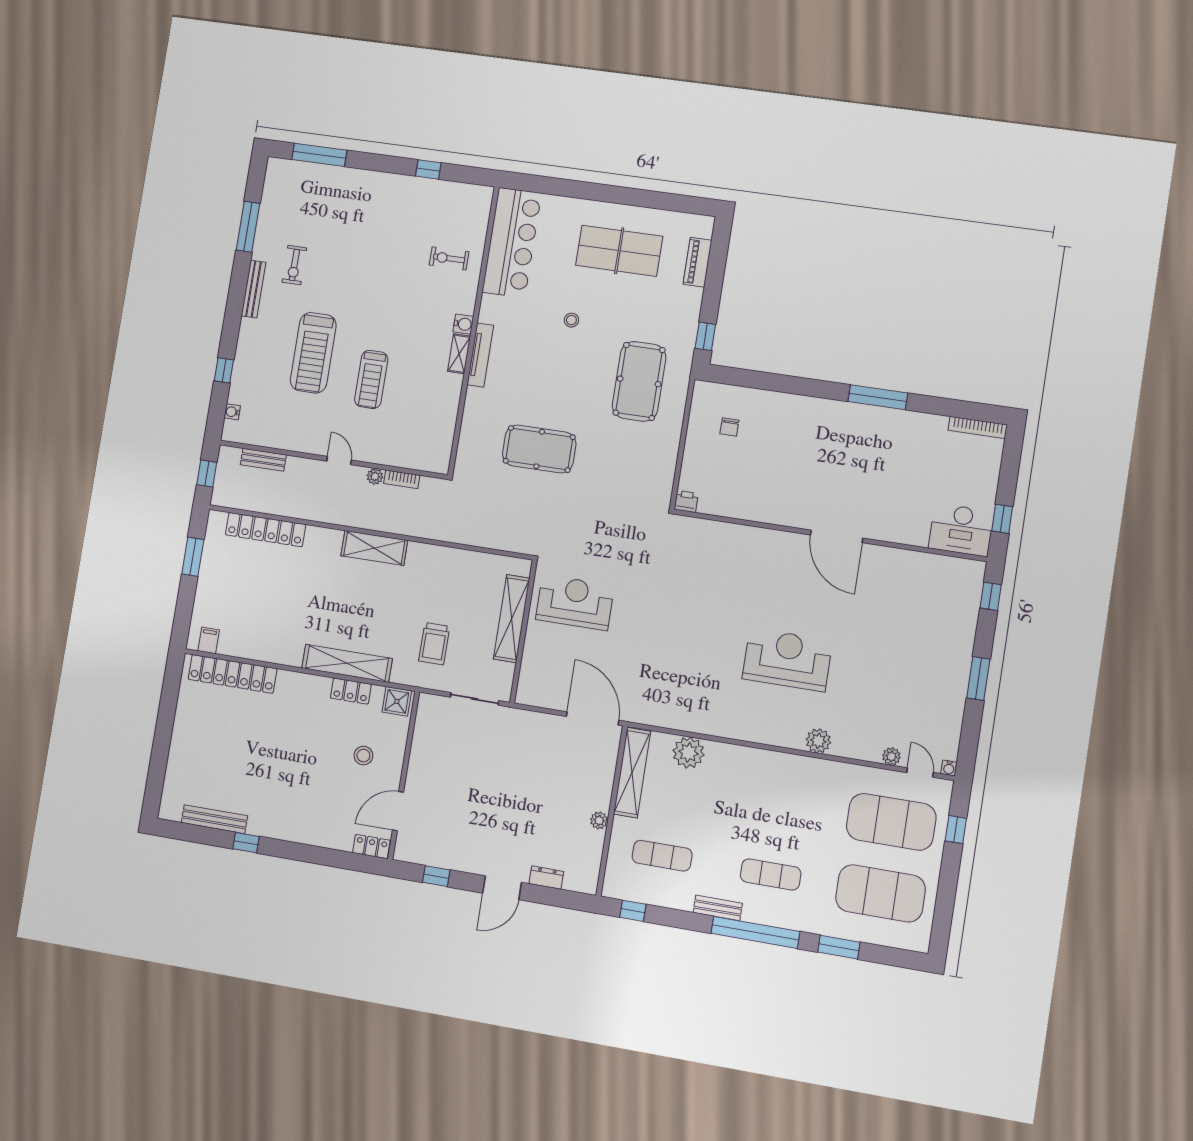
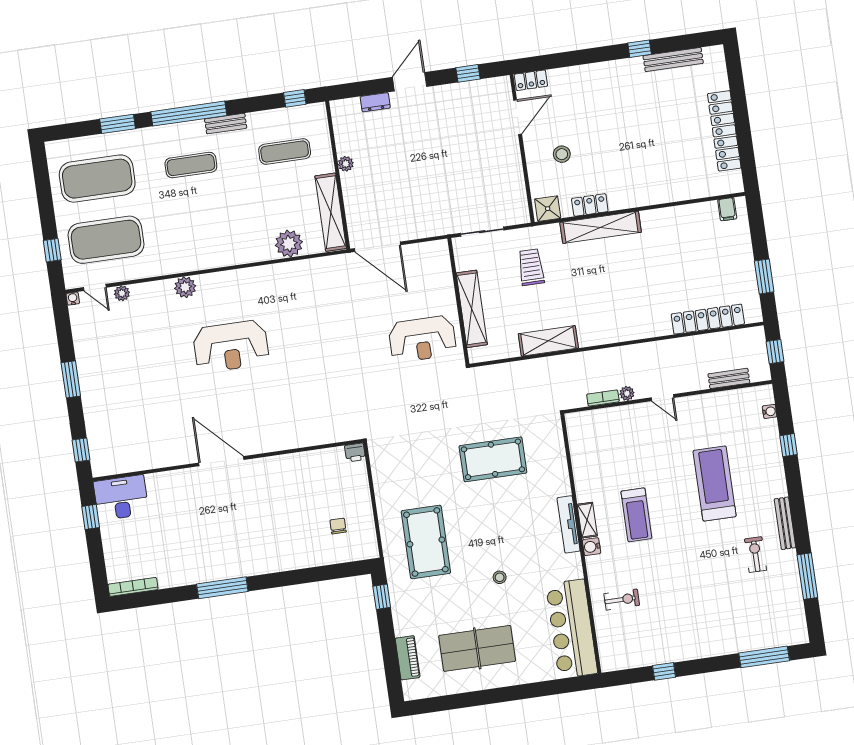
treadmill: (371, 379) -> (636, 515), moved, turned 180
shelving: (374, 548) -> (548, 341), moved
locker: (232, 674) -> (724, 131), moved, turned -90

